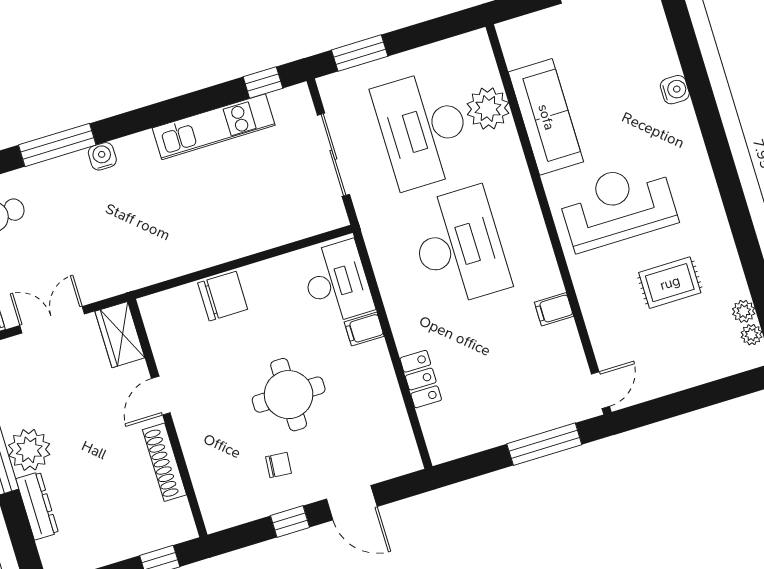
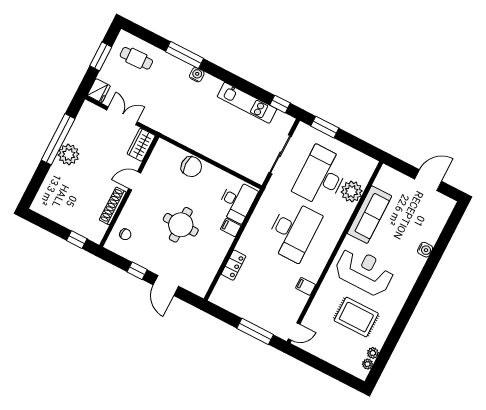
rug: (670, 283) -> (356, 317), width x1.36, depth x1.43
chair: (278, 465) -> (125, 234), moved
dresser: (37, 506) -> (52, 177), removed

